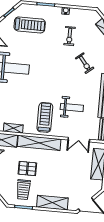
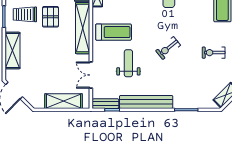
exercise bike: (85, 63) -> (168, 48), moved
weight bench: (72, 107) -> (128, 63), turned 180

